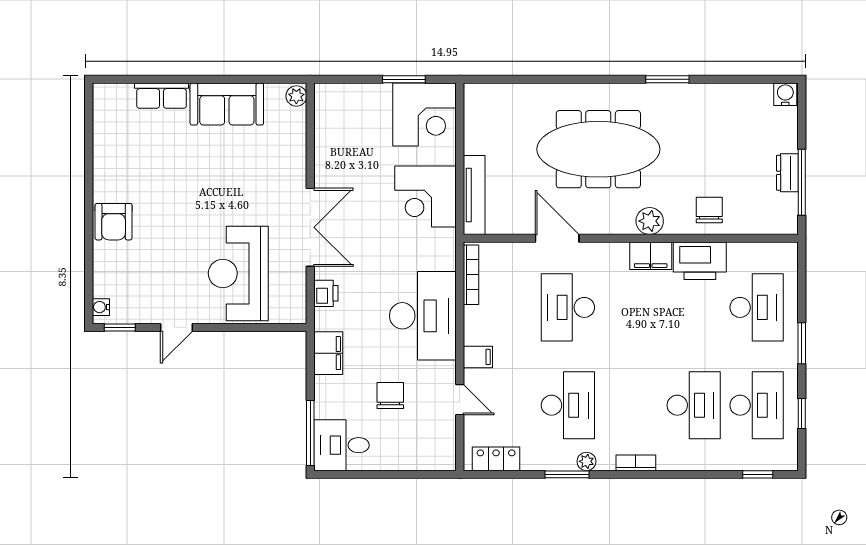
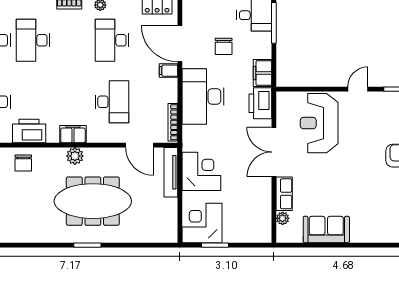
window: (667, 79) -> (87, 245), moved
row of seats: (161, 96) -> (284, 194), moved, turned 90
plant: (296, 96) -> (283, 218), moved
plant: (650, 221) -> (75, 156), moved
door: (557, 238) -> (139, 145), moved
filing cabinet: (651, 256) -> (73, 134), moved
reception desk: (238, 273) -> (319, 123), turned 180
printer: (326, 293) -> (260, 103), width x1.87, depth x1.48
door: (460, 400) -> (180, 44), width x1.88

